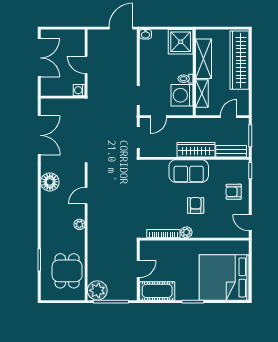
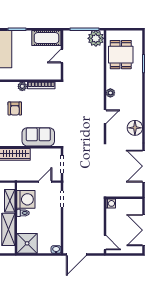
door: (86, 65) -> (105, 243), moved
sofa: (189, 171) -> (38, 137), moved

